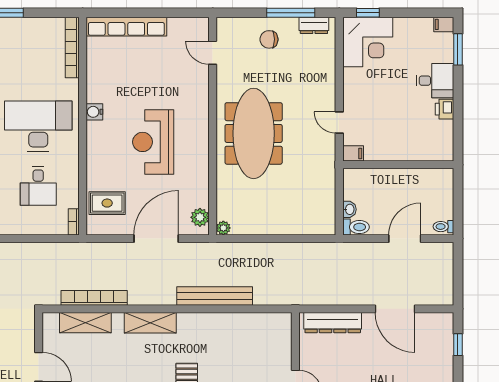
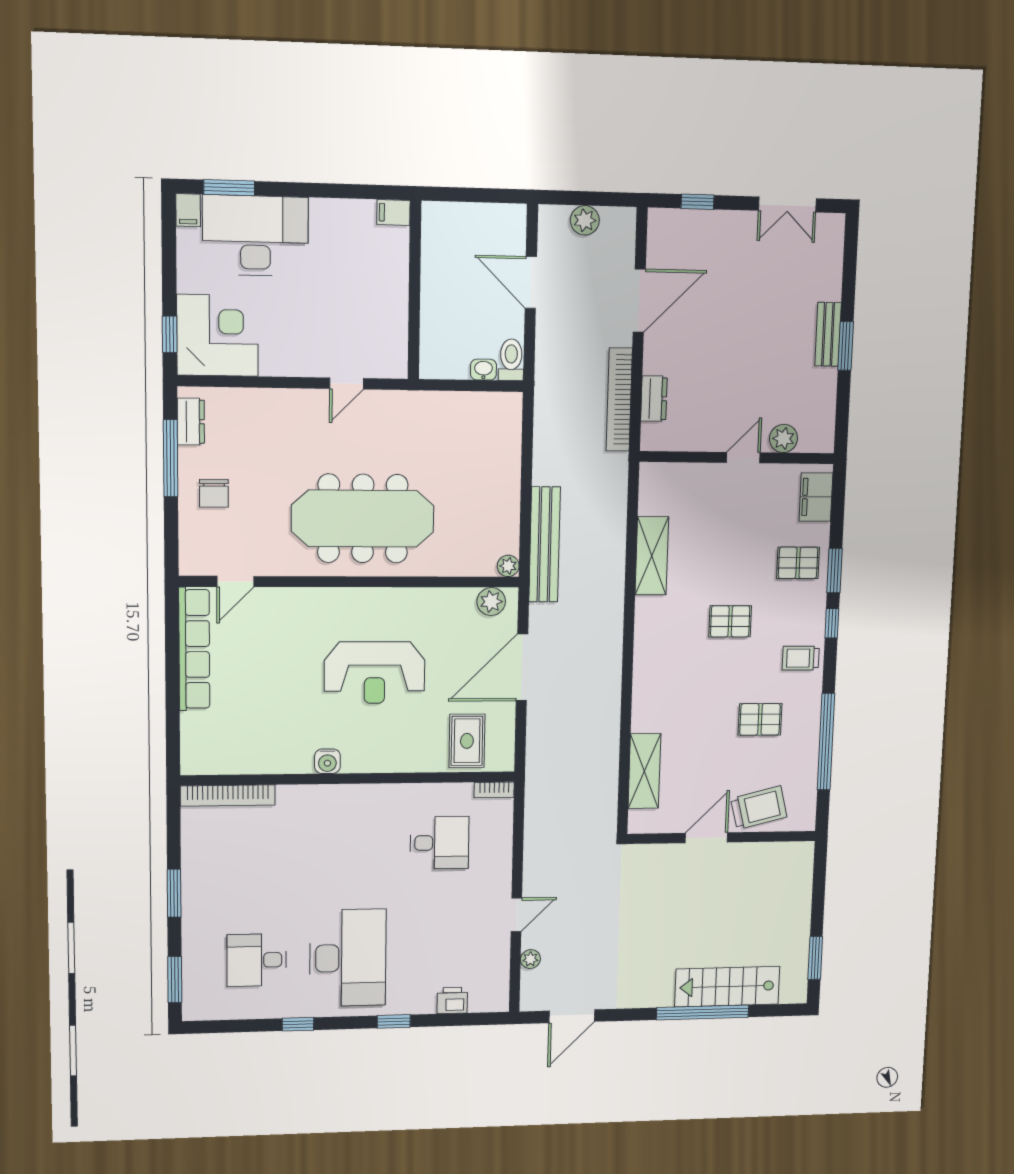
row of seats: (126, 27) -> (194, 649), moved
desk: (435, 81) -> (255, 236), width x1.87, depth x1.30
printer: (444, 109) -> (326, 213), removed
desk: (38, 126) -> (349, 844), removed
filing cabinet: (353, 153) -> (393, 212), moved, turned -90
toilet: (443, 227) -> (513, 220), removed
door: (156, 239) -> (522, 667), hinge flipped
plant: (444, 272) -> (585, 220), added
bench: (215, 296) -> (545, 545), moved
bookcase: (94, 298) -> (619, 400), moved
shelving: (150, 323) -> (652, 556), moved
dresser: (333, 323) -> (654, 399), width x0.51, depth x0.80

